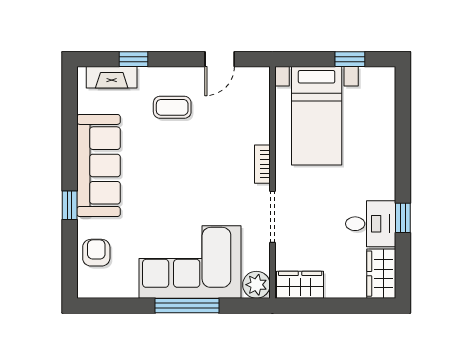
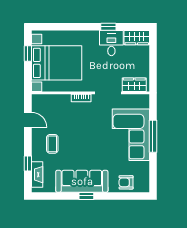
bed with nightstands: (317, 116) -> (57, 63), width x1.36
window: (70, 205) -> (86, 196), moved
plant: (256, 285) -> (142, 101), removed
wardrobe: (300, 285) -> (134, 85), moved, turned 90

